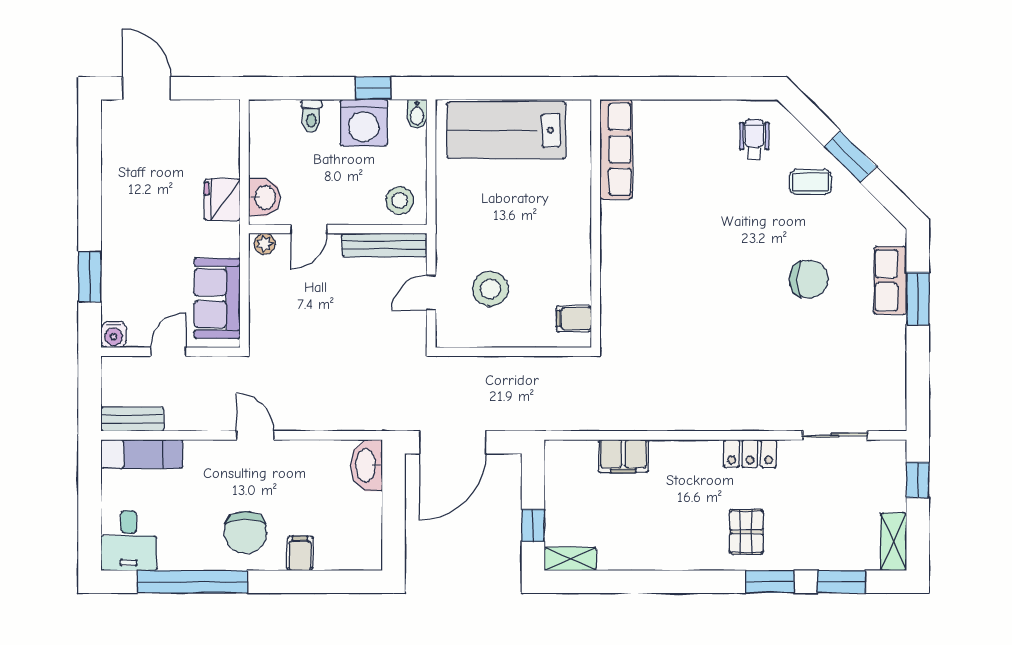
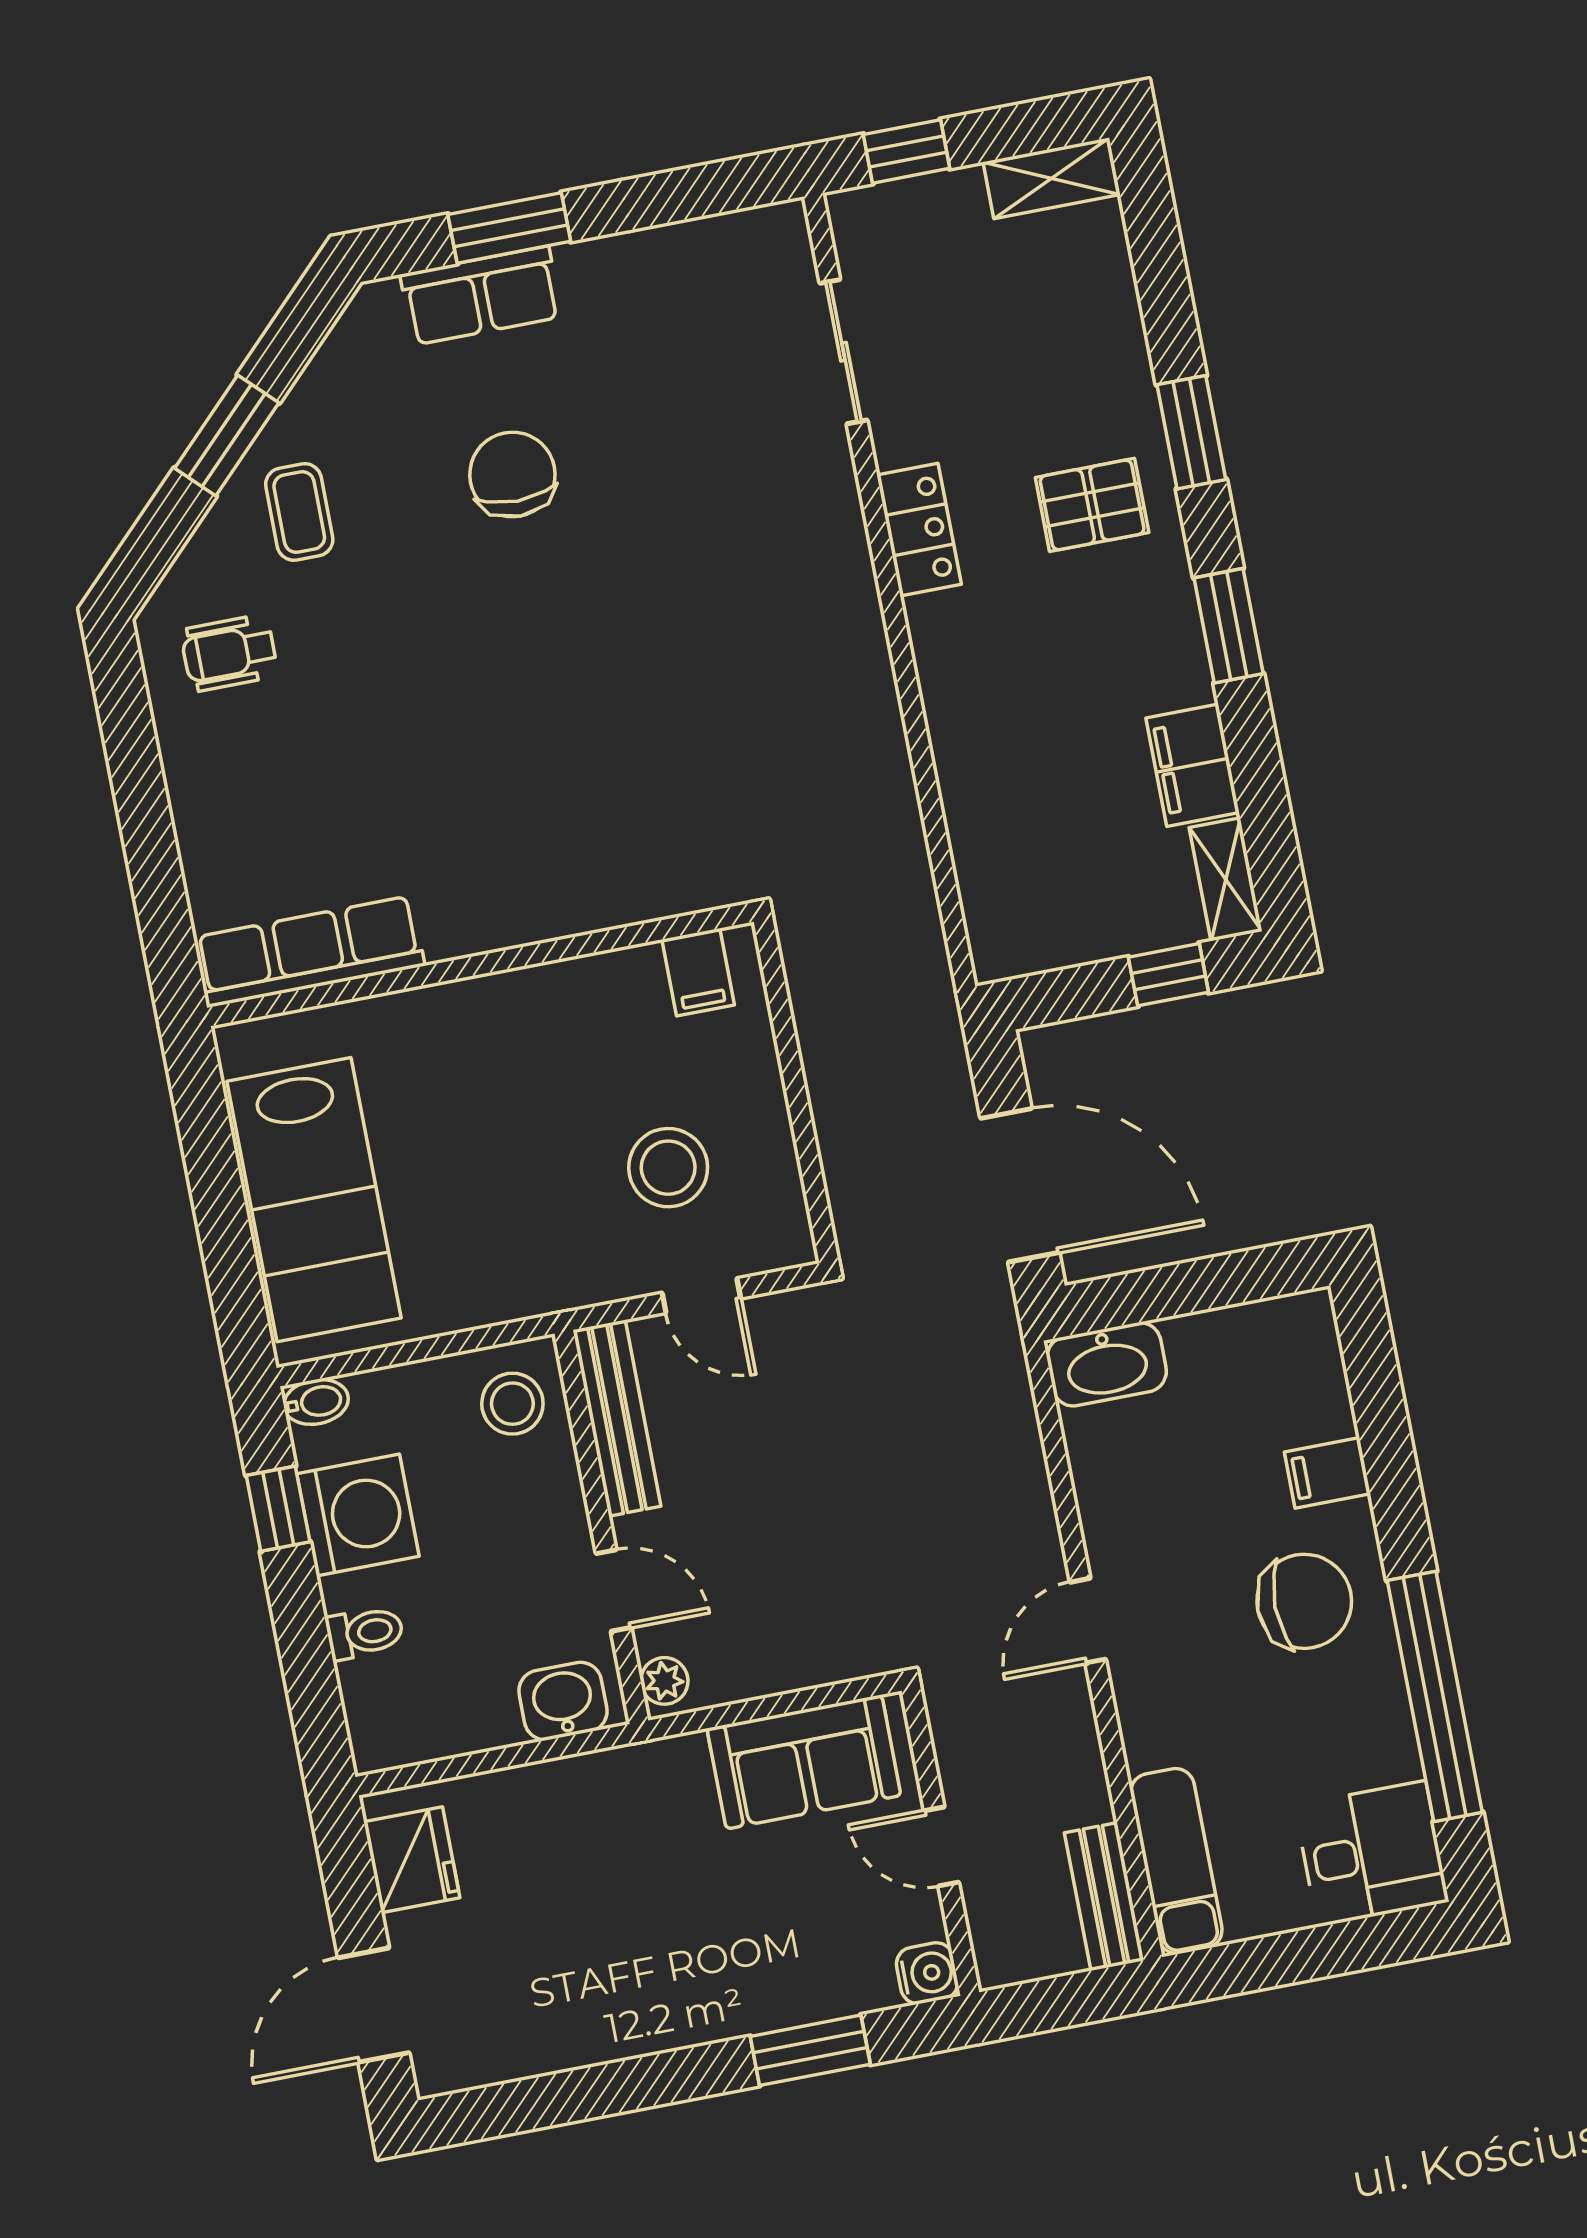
fridge: (222, 200) -> (412, 1860), moved, turned -90
filing cabinet: (623, 456) -> (1193, 765), moved, turned 180
window: (841, 582) -> (1229, 626), moved

